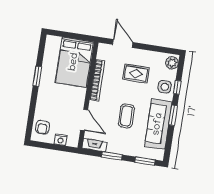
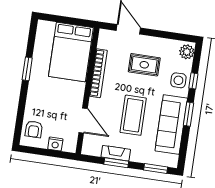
coffee table: (126, 116) -> (133, 115), width x1.36, depth x1.32
fireplace: (95, 145) -> (116, 153), moved

